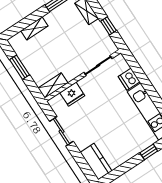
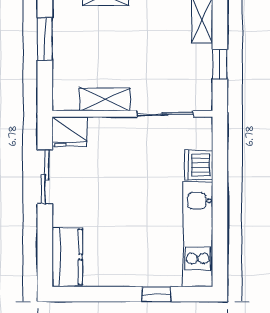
shelving: (53, 85) -> (105, 100), moved
fridge: (72, 94) -> (70, 132), moved

